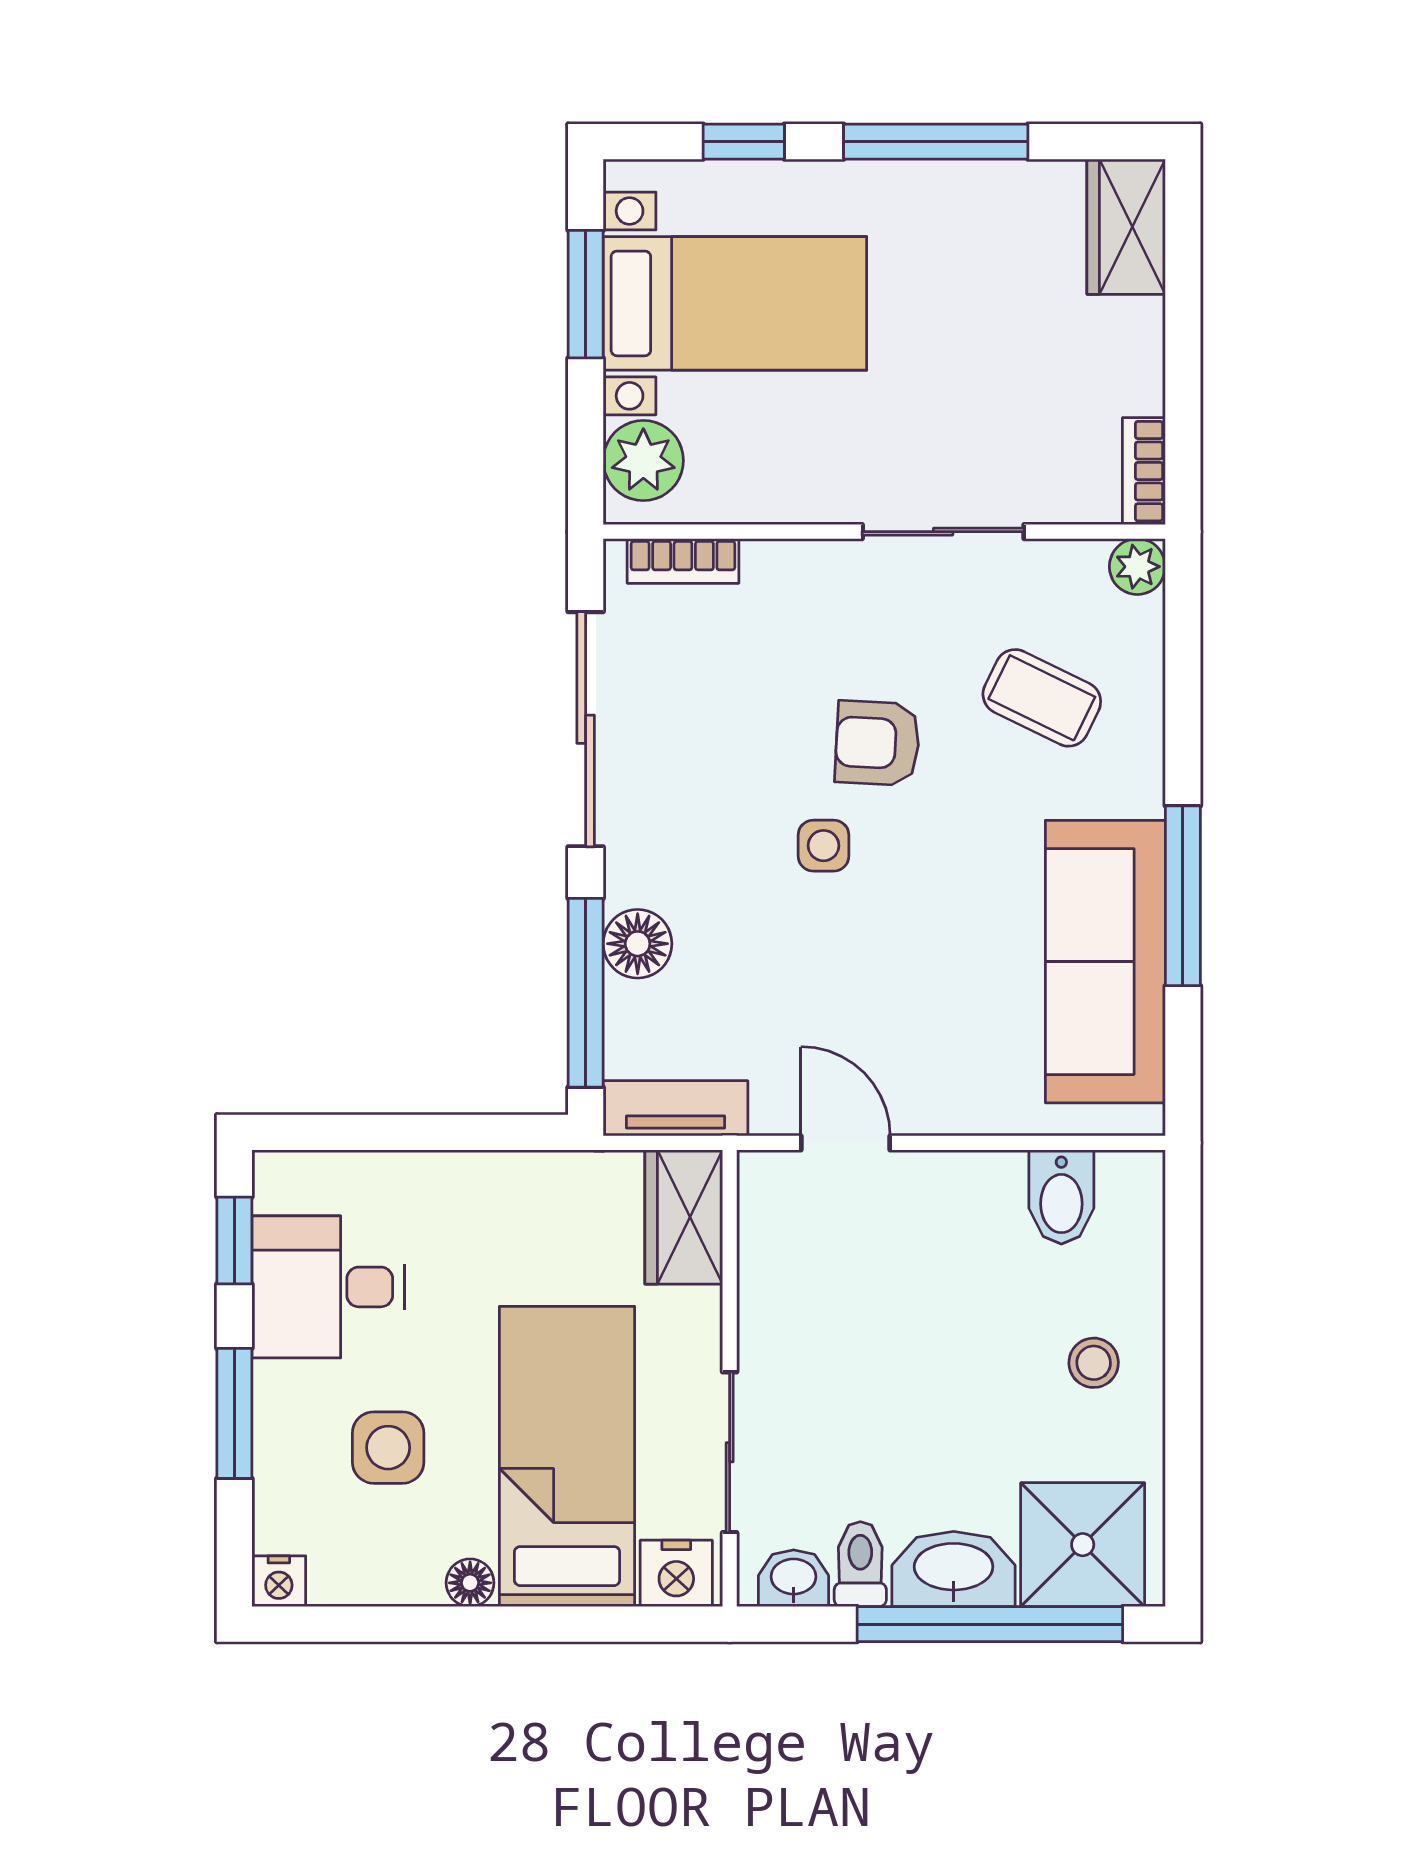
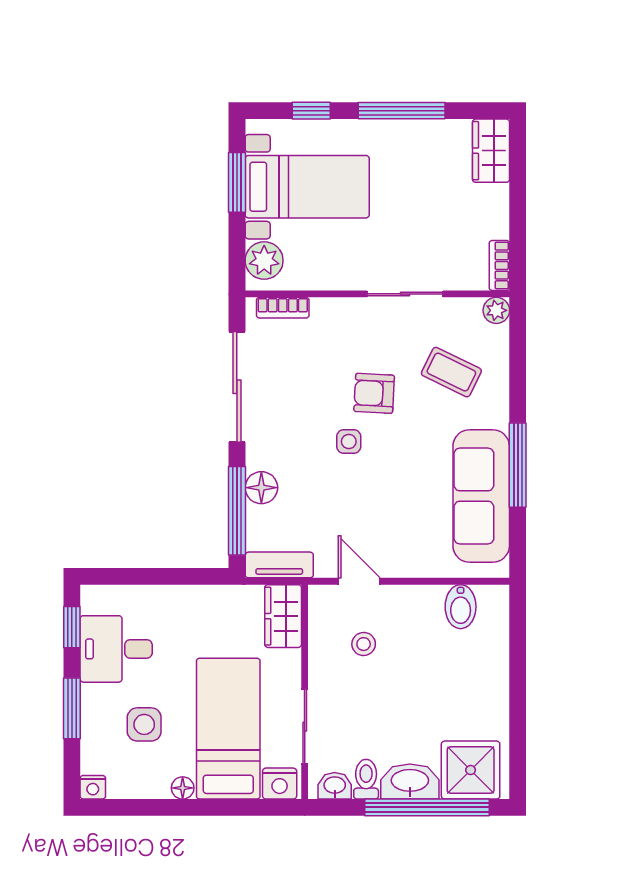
stool: (1094, 1363) -> (364, 644), moved

